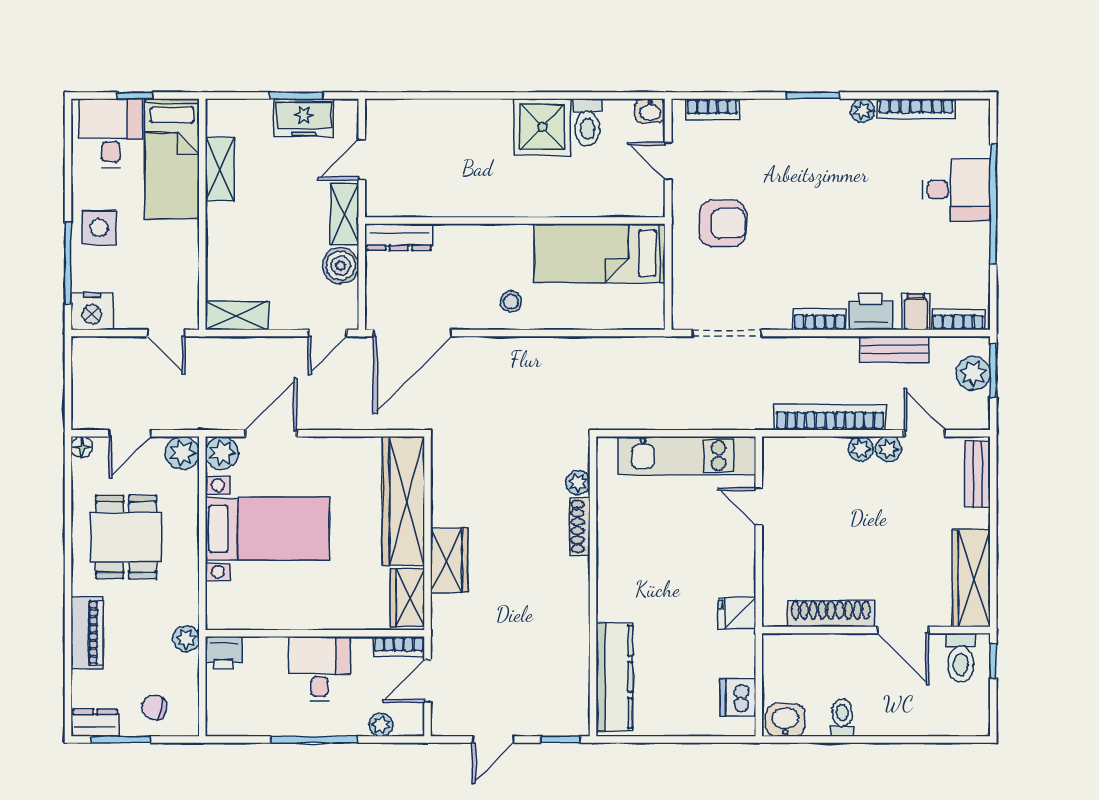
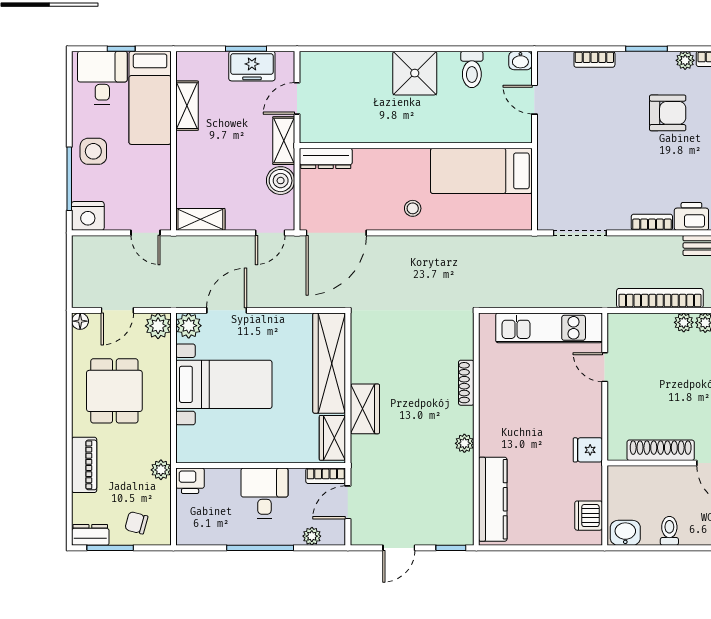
bookcase: (713, 109) -> (594, 59), moved
shower: (542, 127) -> (415, 73), moved
armchair: (723, 223) -> (668, 113), moved
plant: (578, 483) -> (464, 443), moved

